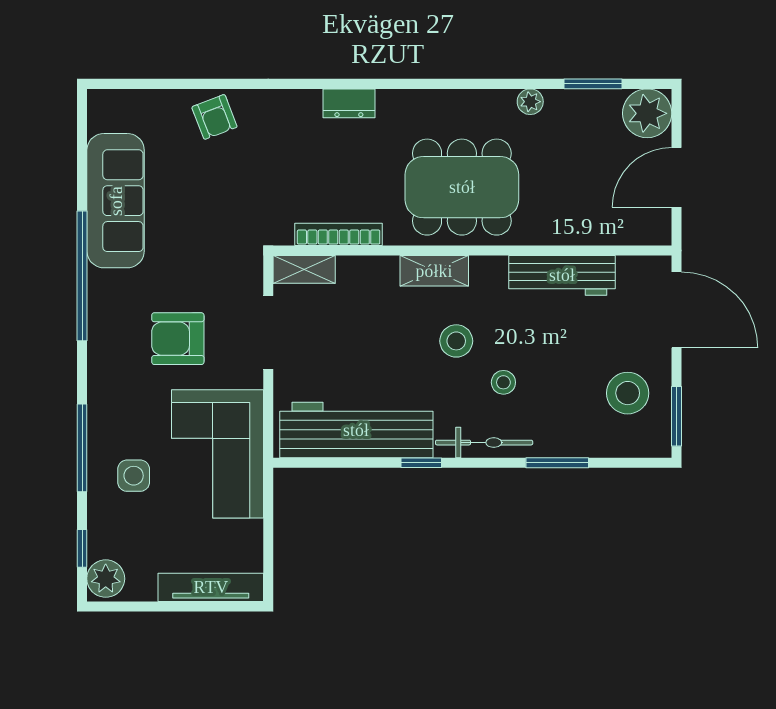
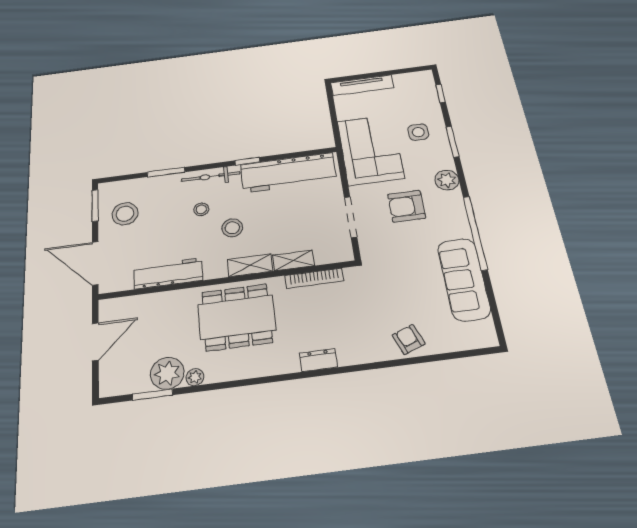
plant: (647, 113) -> (167, 373), moved
shelving: (304, 269) -> (293, 260), moved
armchair: (178, 339) -> (406, 206), turned 180
window: (82, 448) -> (453, 142), width x0.69
plant: (106, 579) -> (447, 180), moved

